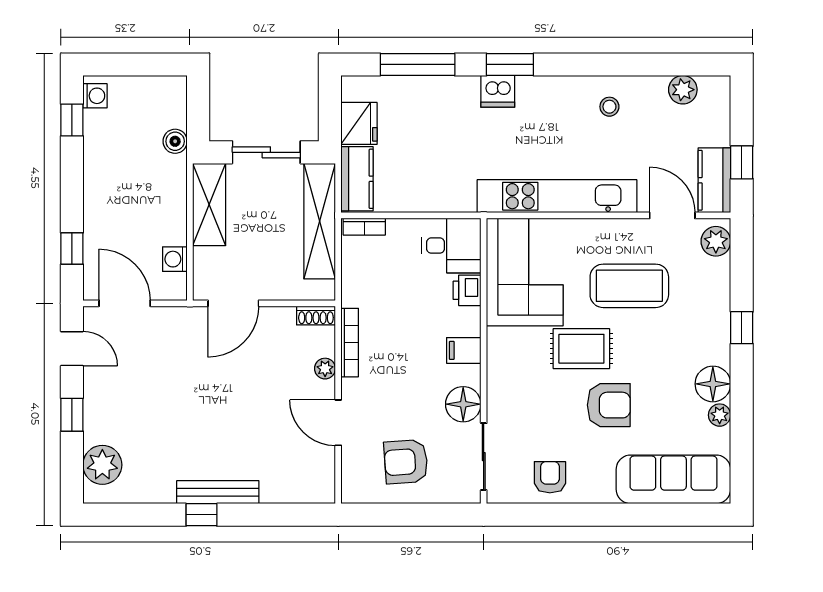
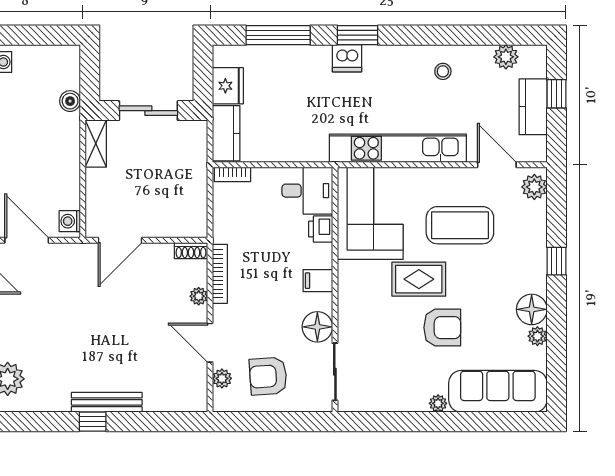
window: (742, 162) -> (556, 94), moved
kitchen counter: (714, 180) -> (533, 107), moved
shelving: (209, 205) -> (96, 144), width x0.67, depth x0.75
shelving: (320, 221) -> (194, 170), removed
washing machine: (175, 259) -> (70, 221), moved
plant: (352, 464) -> (222, 378), added
armchair: (550, 477) -> (392, 389), removed
plant: (604, 493) -> (438, 403), added

